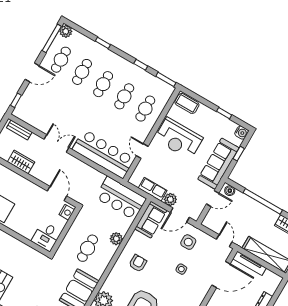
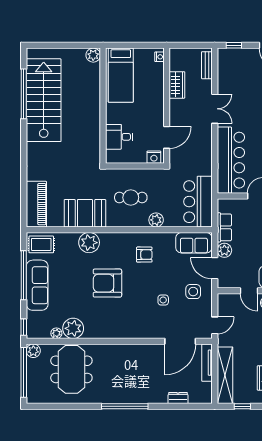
desk: (46, 236) -> (119, 137), moved
door: (221, 274) -> (180, 341), hinge flipped

